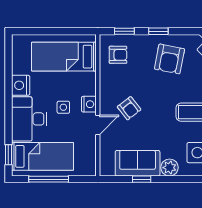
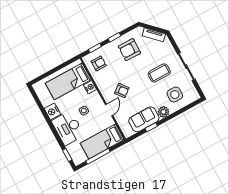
armchair: (169, 59) -> (129, 50), turned 80
nightstand: (89, 104) -> (90, 87), moved
bed: (42, 156) -> (102, 141), moved, turned 180

